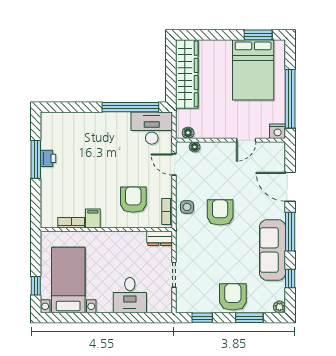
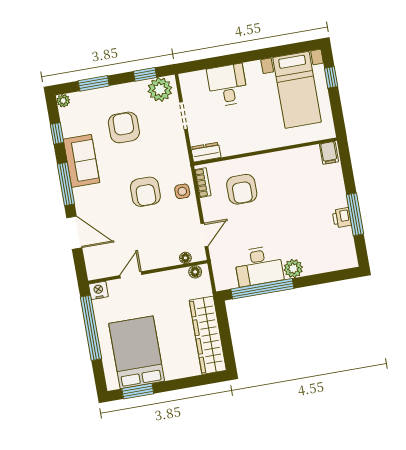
plant: (99, 120) -> (293, 268), added
desk: (152, 128) -> (259, 266), moved
door: (174, 164) -> (204, 235), hinge flipped
filing cabinet: (93, 219) -> (329, 153), moved
bookcase: (71, 223) -> (305, 152), removed
sofa: (273, 250) -> (81, 161), width x0.73
armchair: (233, 297) -> (124, 127), moved, turned 180
plant: (191, 302) -> (160, 89), added

